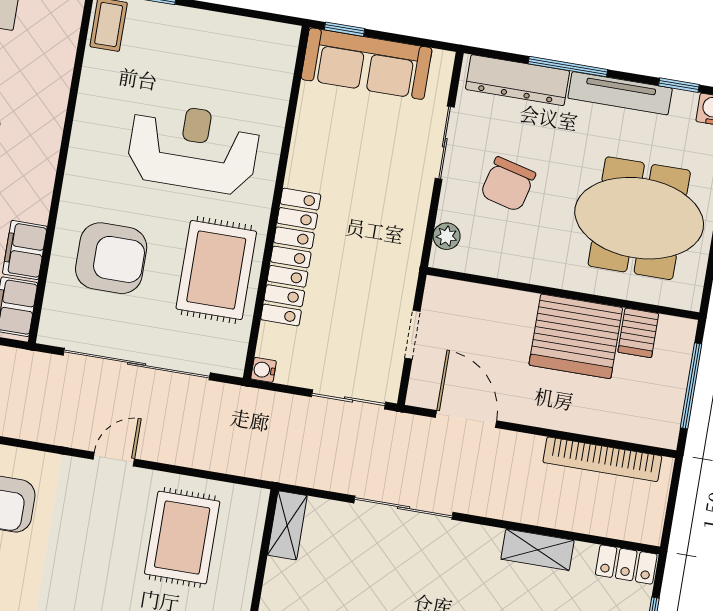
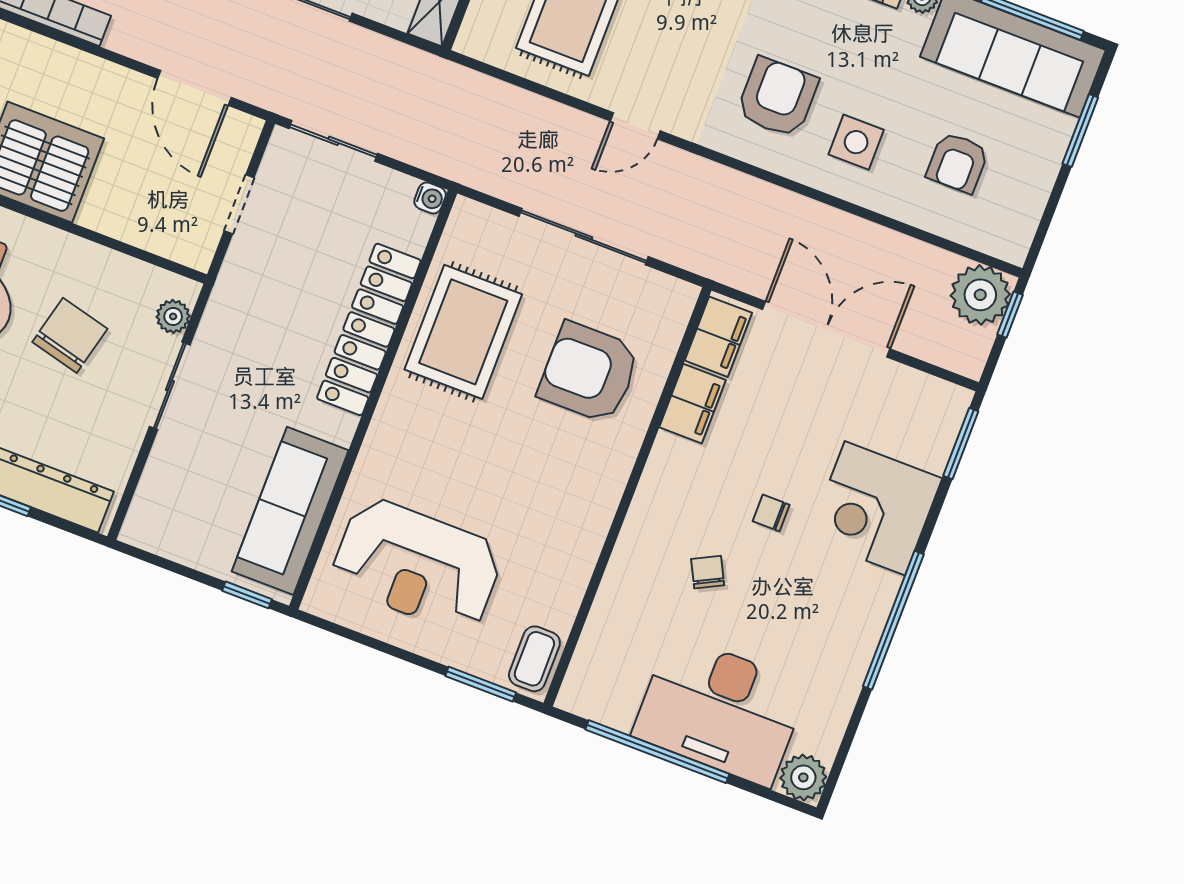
sofa: (367, 64) -> (290, 511), moved, turned -90
sliding door: (445, 143) -> (170, 386), moved
reception desk: (193, 148) -> (417, 565), moved
chair: (508, 184) -> (70, 335), moved
sliding door: (137, 364) -> (584, 237), width x0.73

